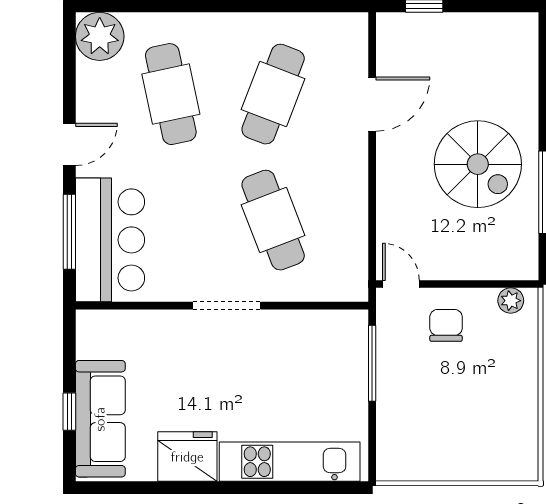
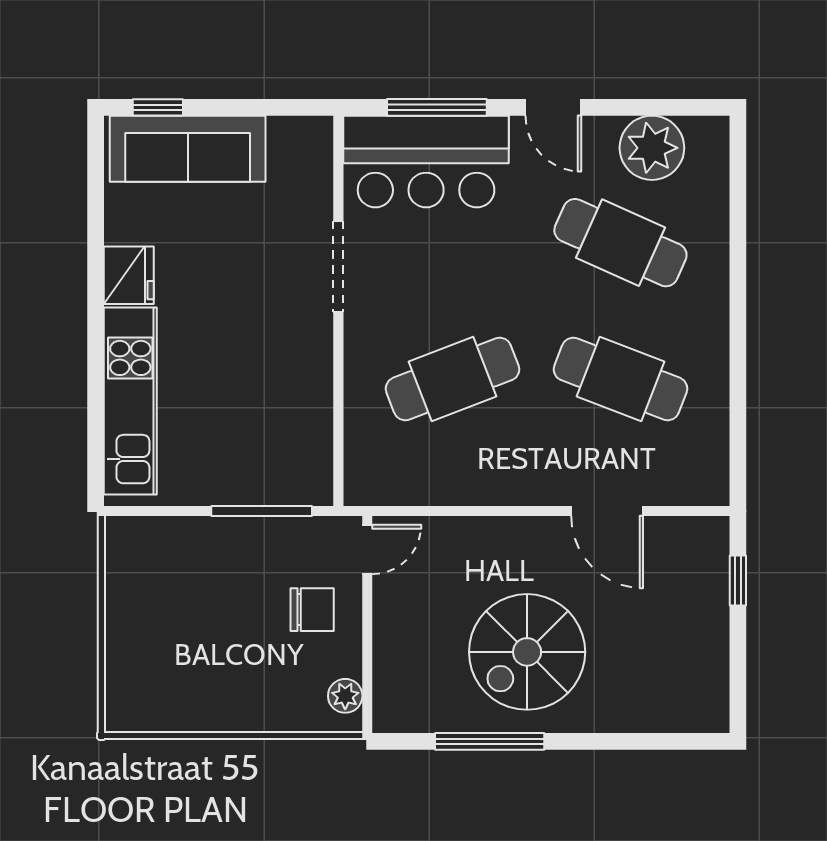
plant: (100, 36) -> (652, 148), moved
cafe table: (171, 94) -> (620, 243), turned 36
doorway: (227, 306) -> (338, 266), moved
window: (69, 412) -> (158, 107), moved
fridge: (187, 457) -> (129, 275), width x0.73, depth x0.75

